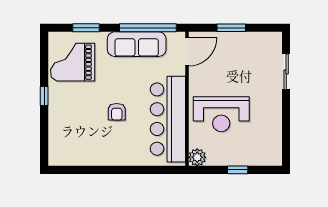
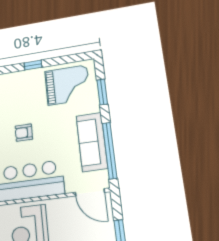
grand piano: (73, 62) -> (67, 85), turned 90

